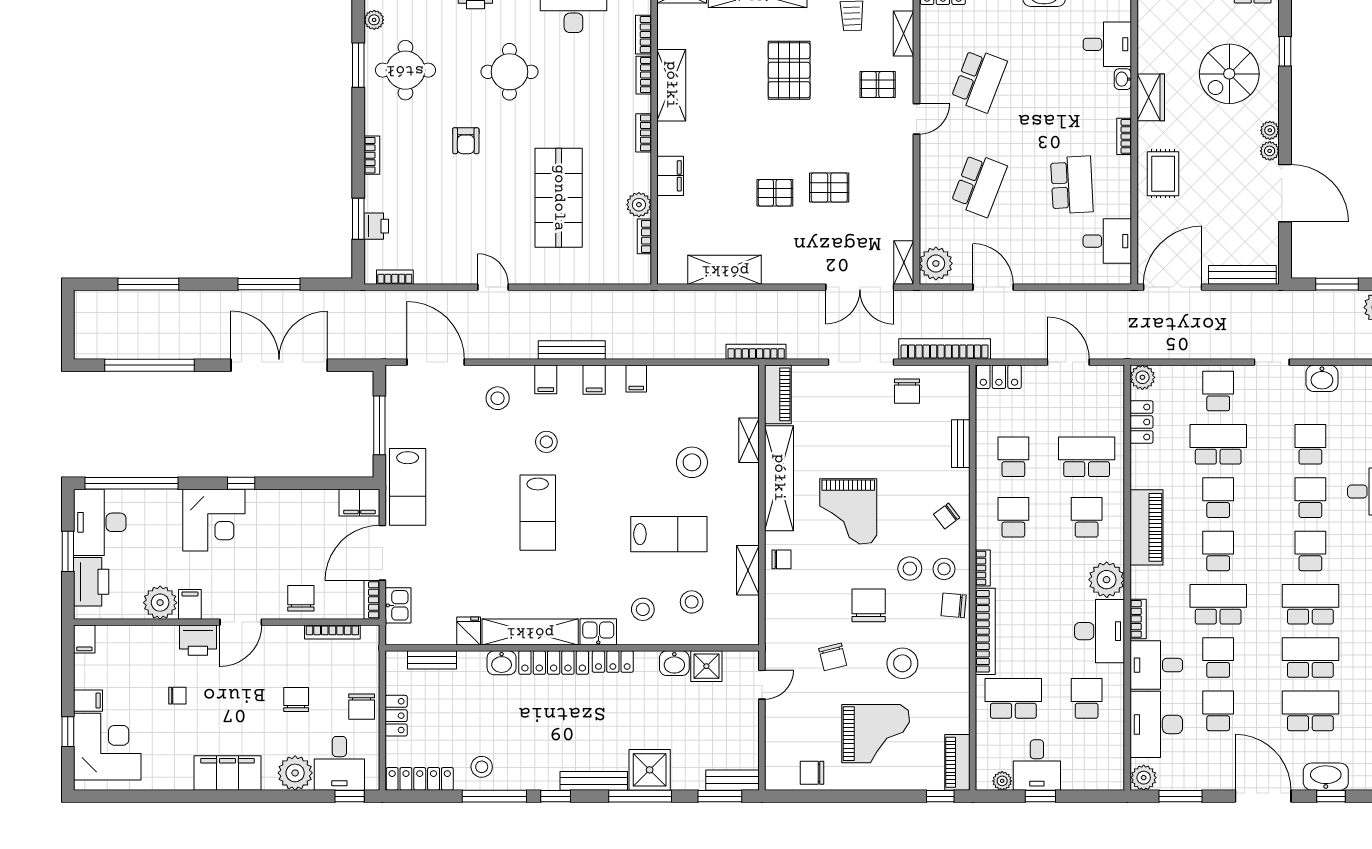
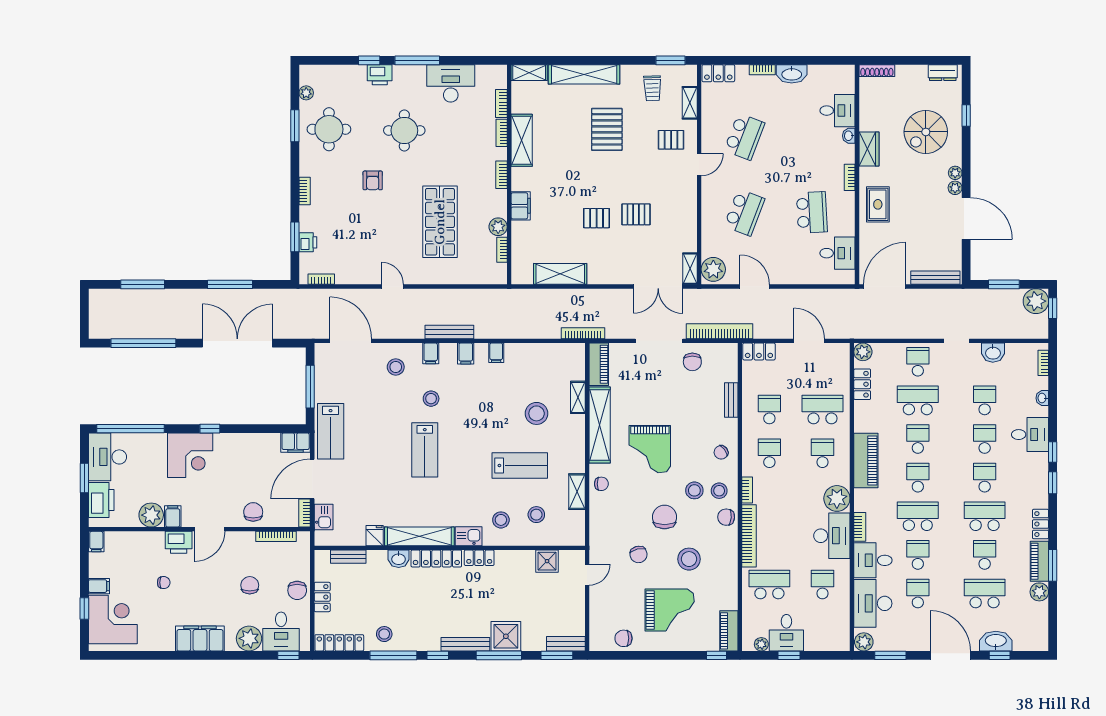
school desk: (1310, 658) -> (985, 555), width x0.54
washbasin: (674, 663) -> (524, 559), removed

